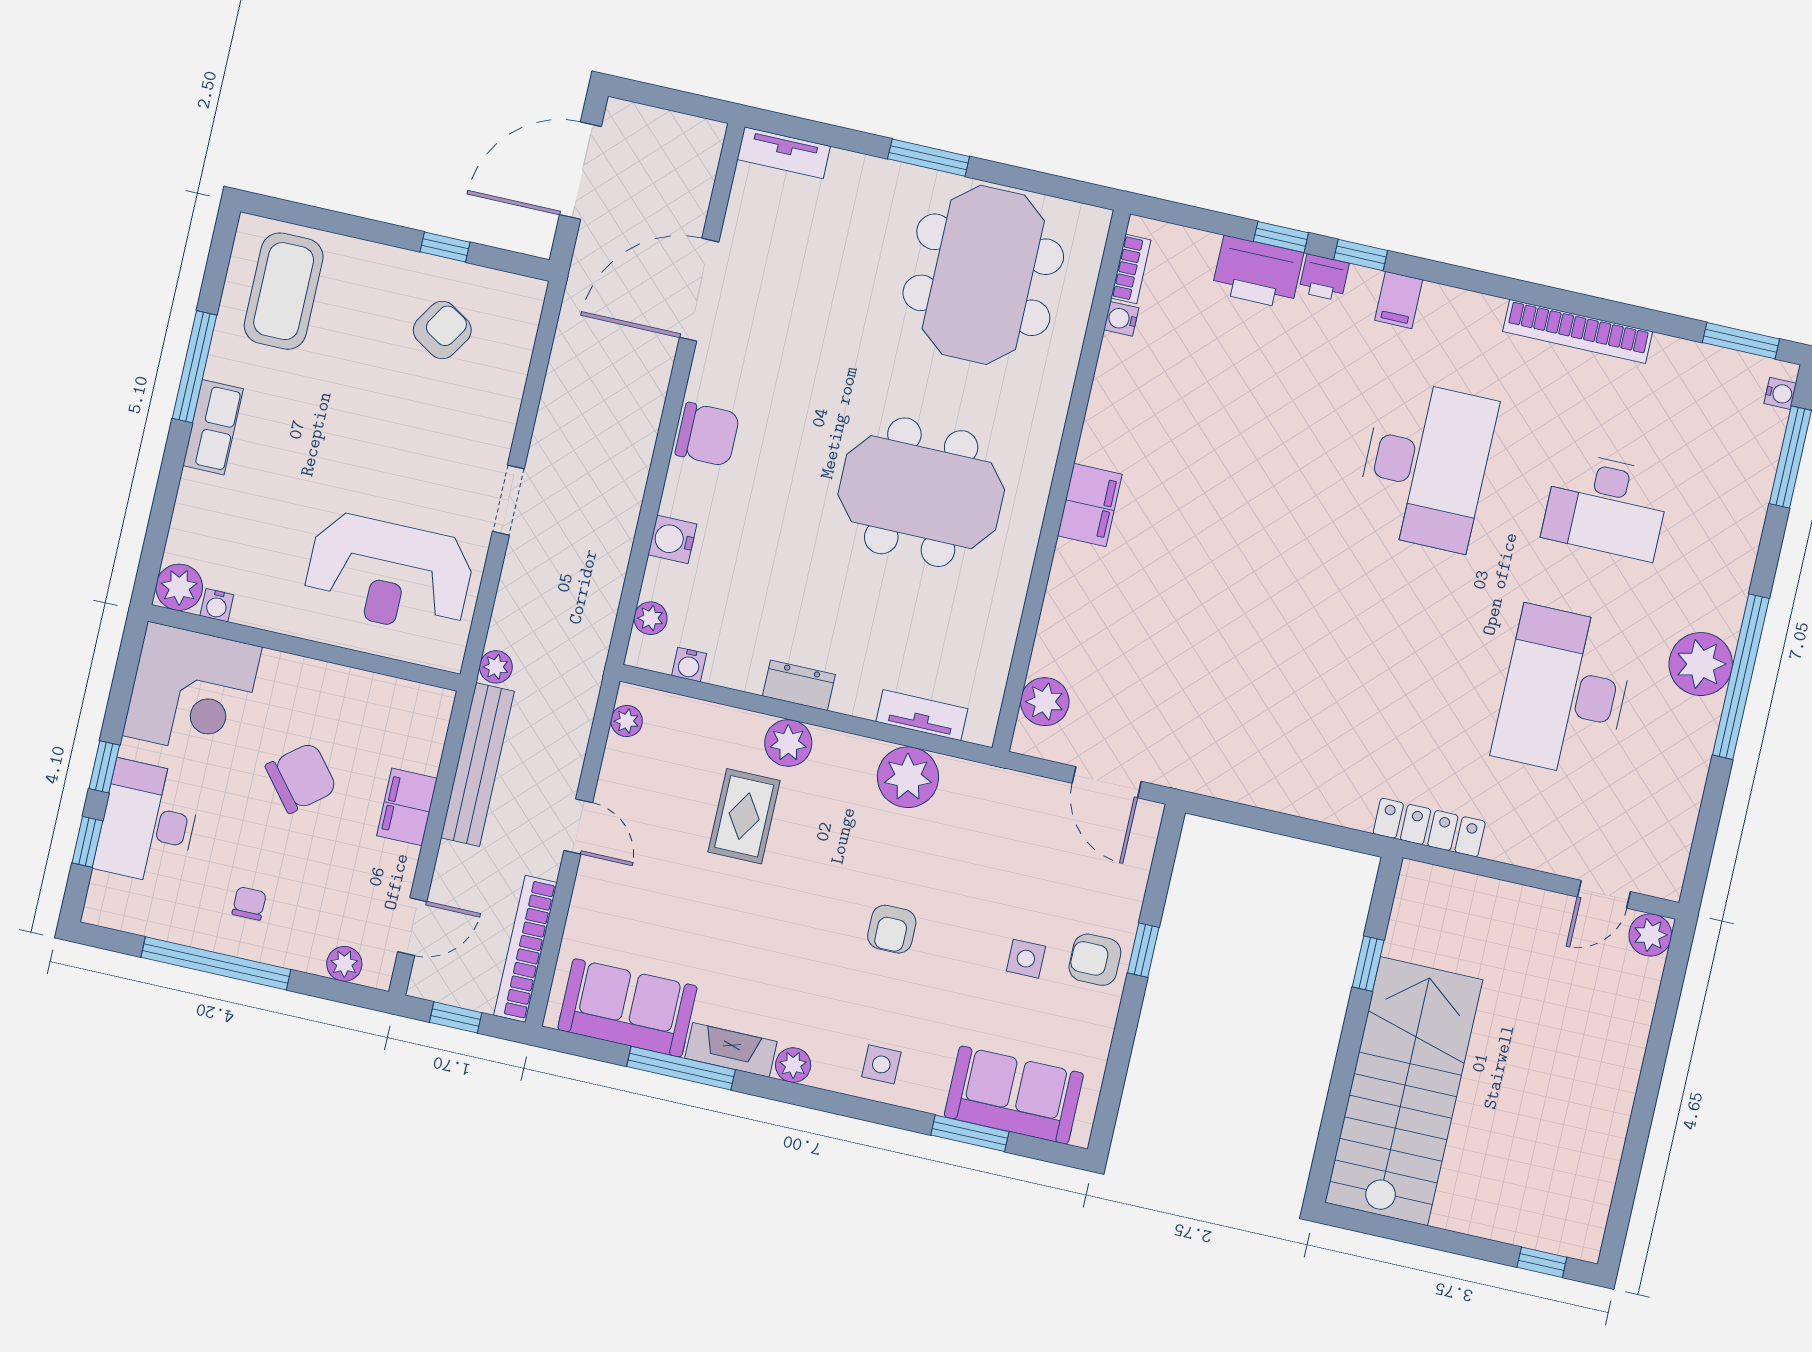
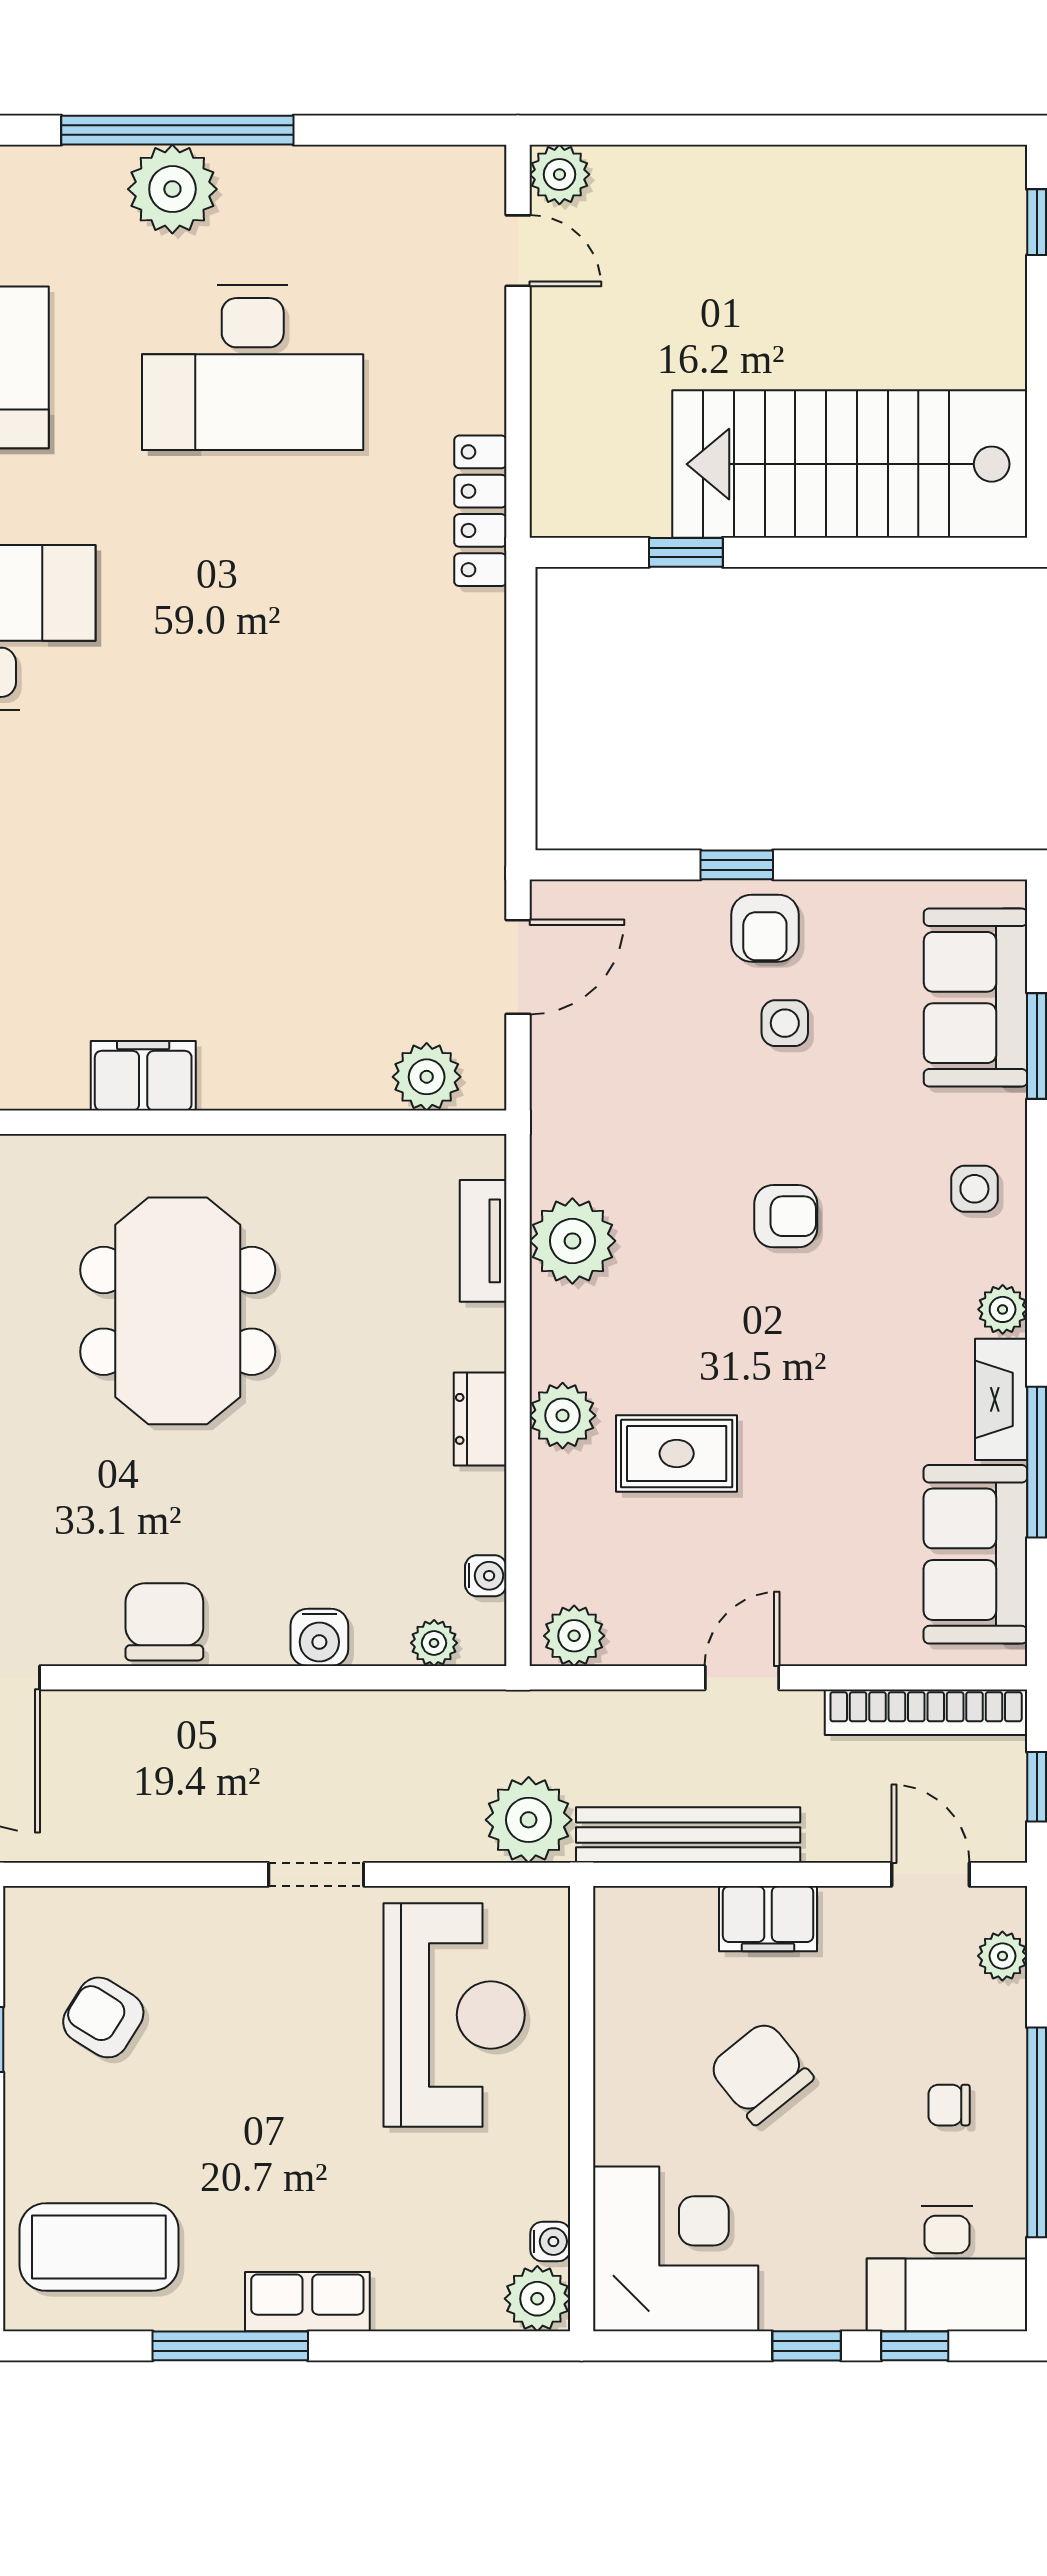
plant: (496, 667) -> (529, 1820), width x1.88, depth x1.88
plant: (627, 721) -> (574, 1636), width x1.38, depth x1.38
desk: (148, 823) -> (947, 2268), moved

